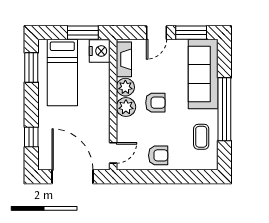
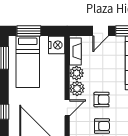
window: (83, 33) -> (29, 31), moved
armchair: (155, 103) -> (102, 100), moved
door: (113, 153) -> (67, 108), moved

